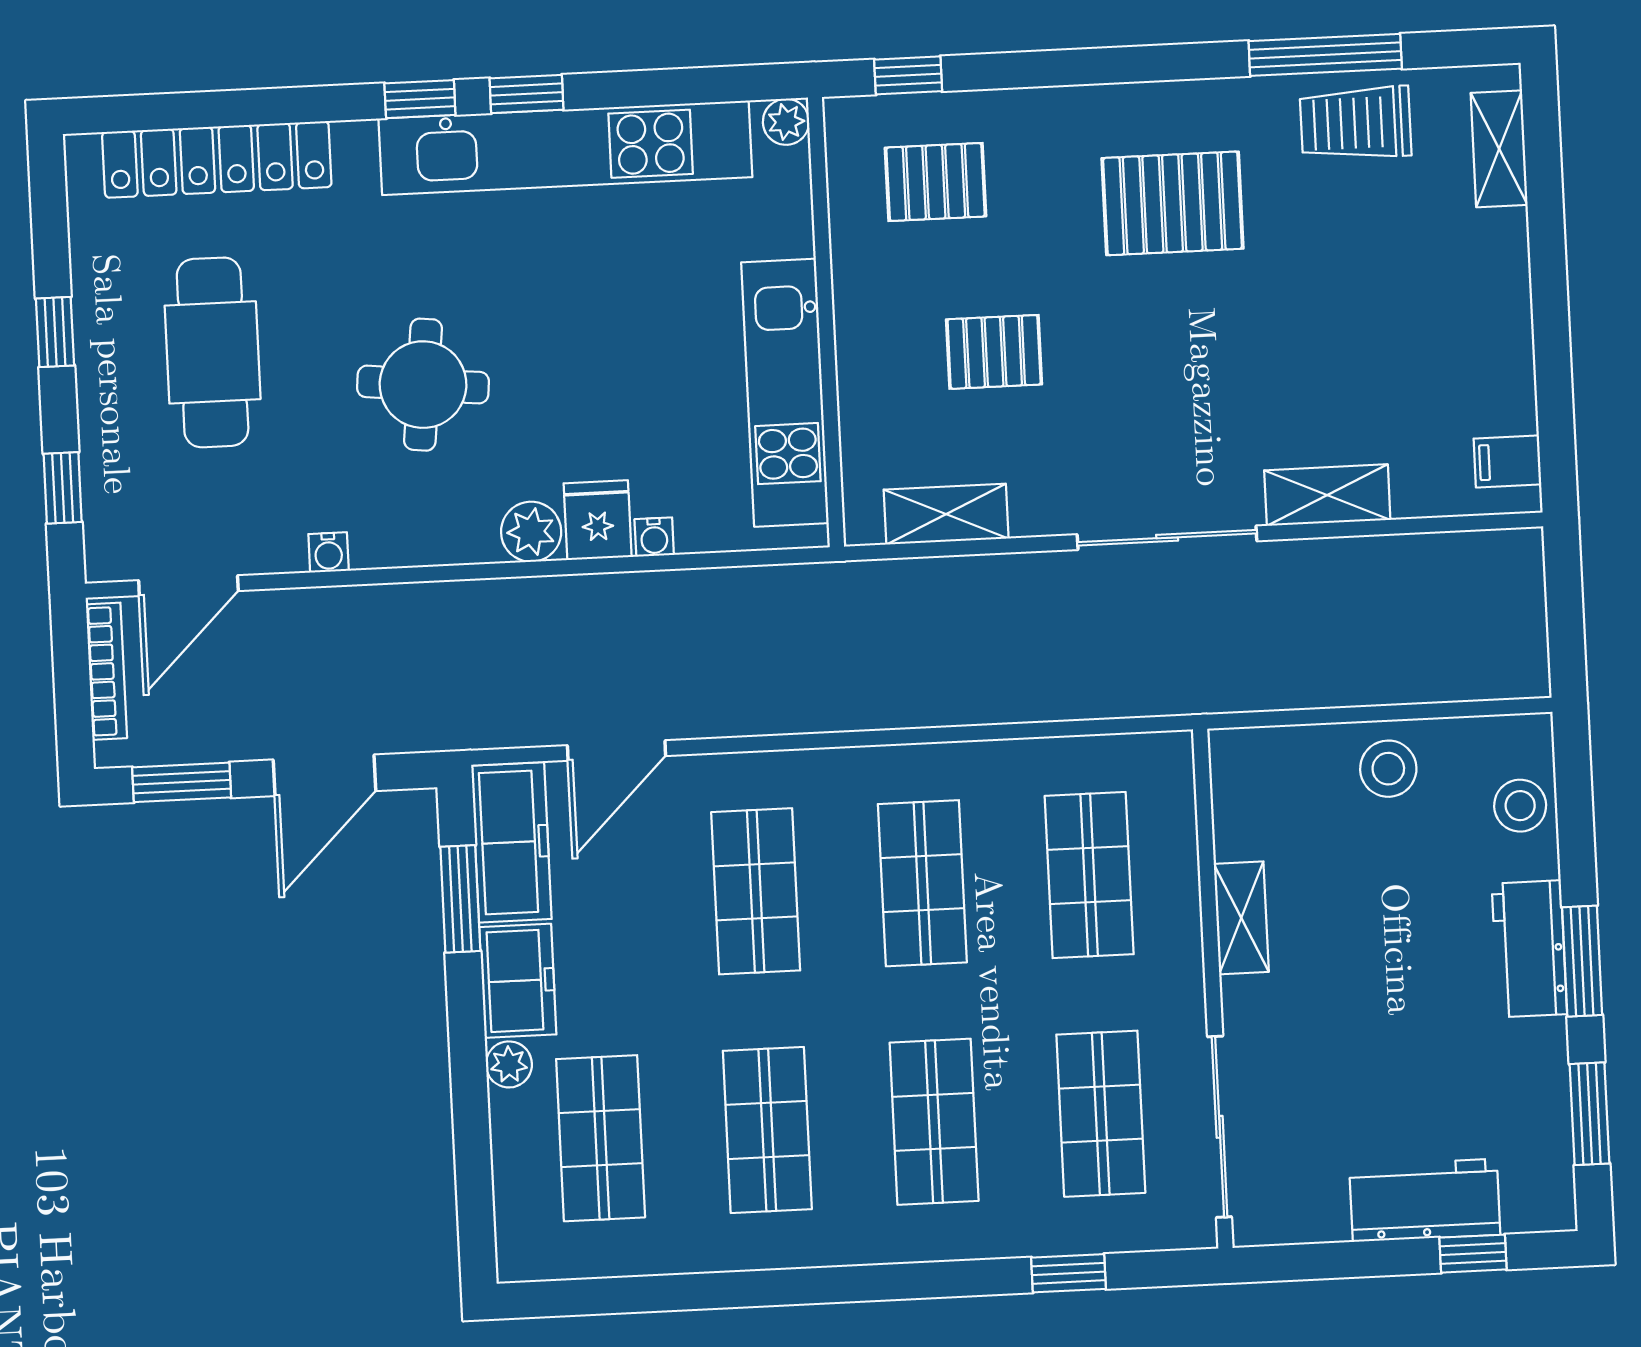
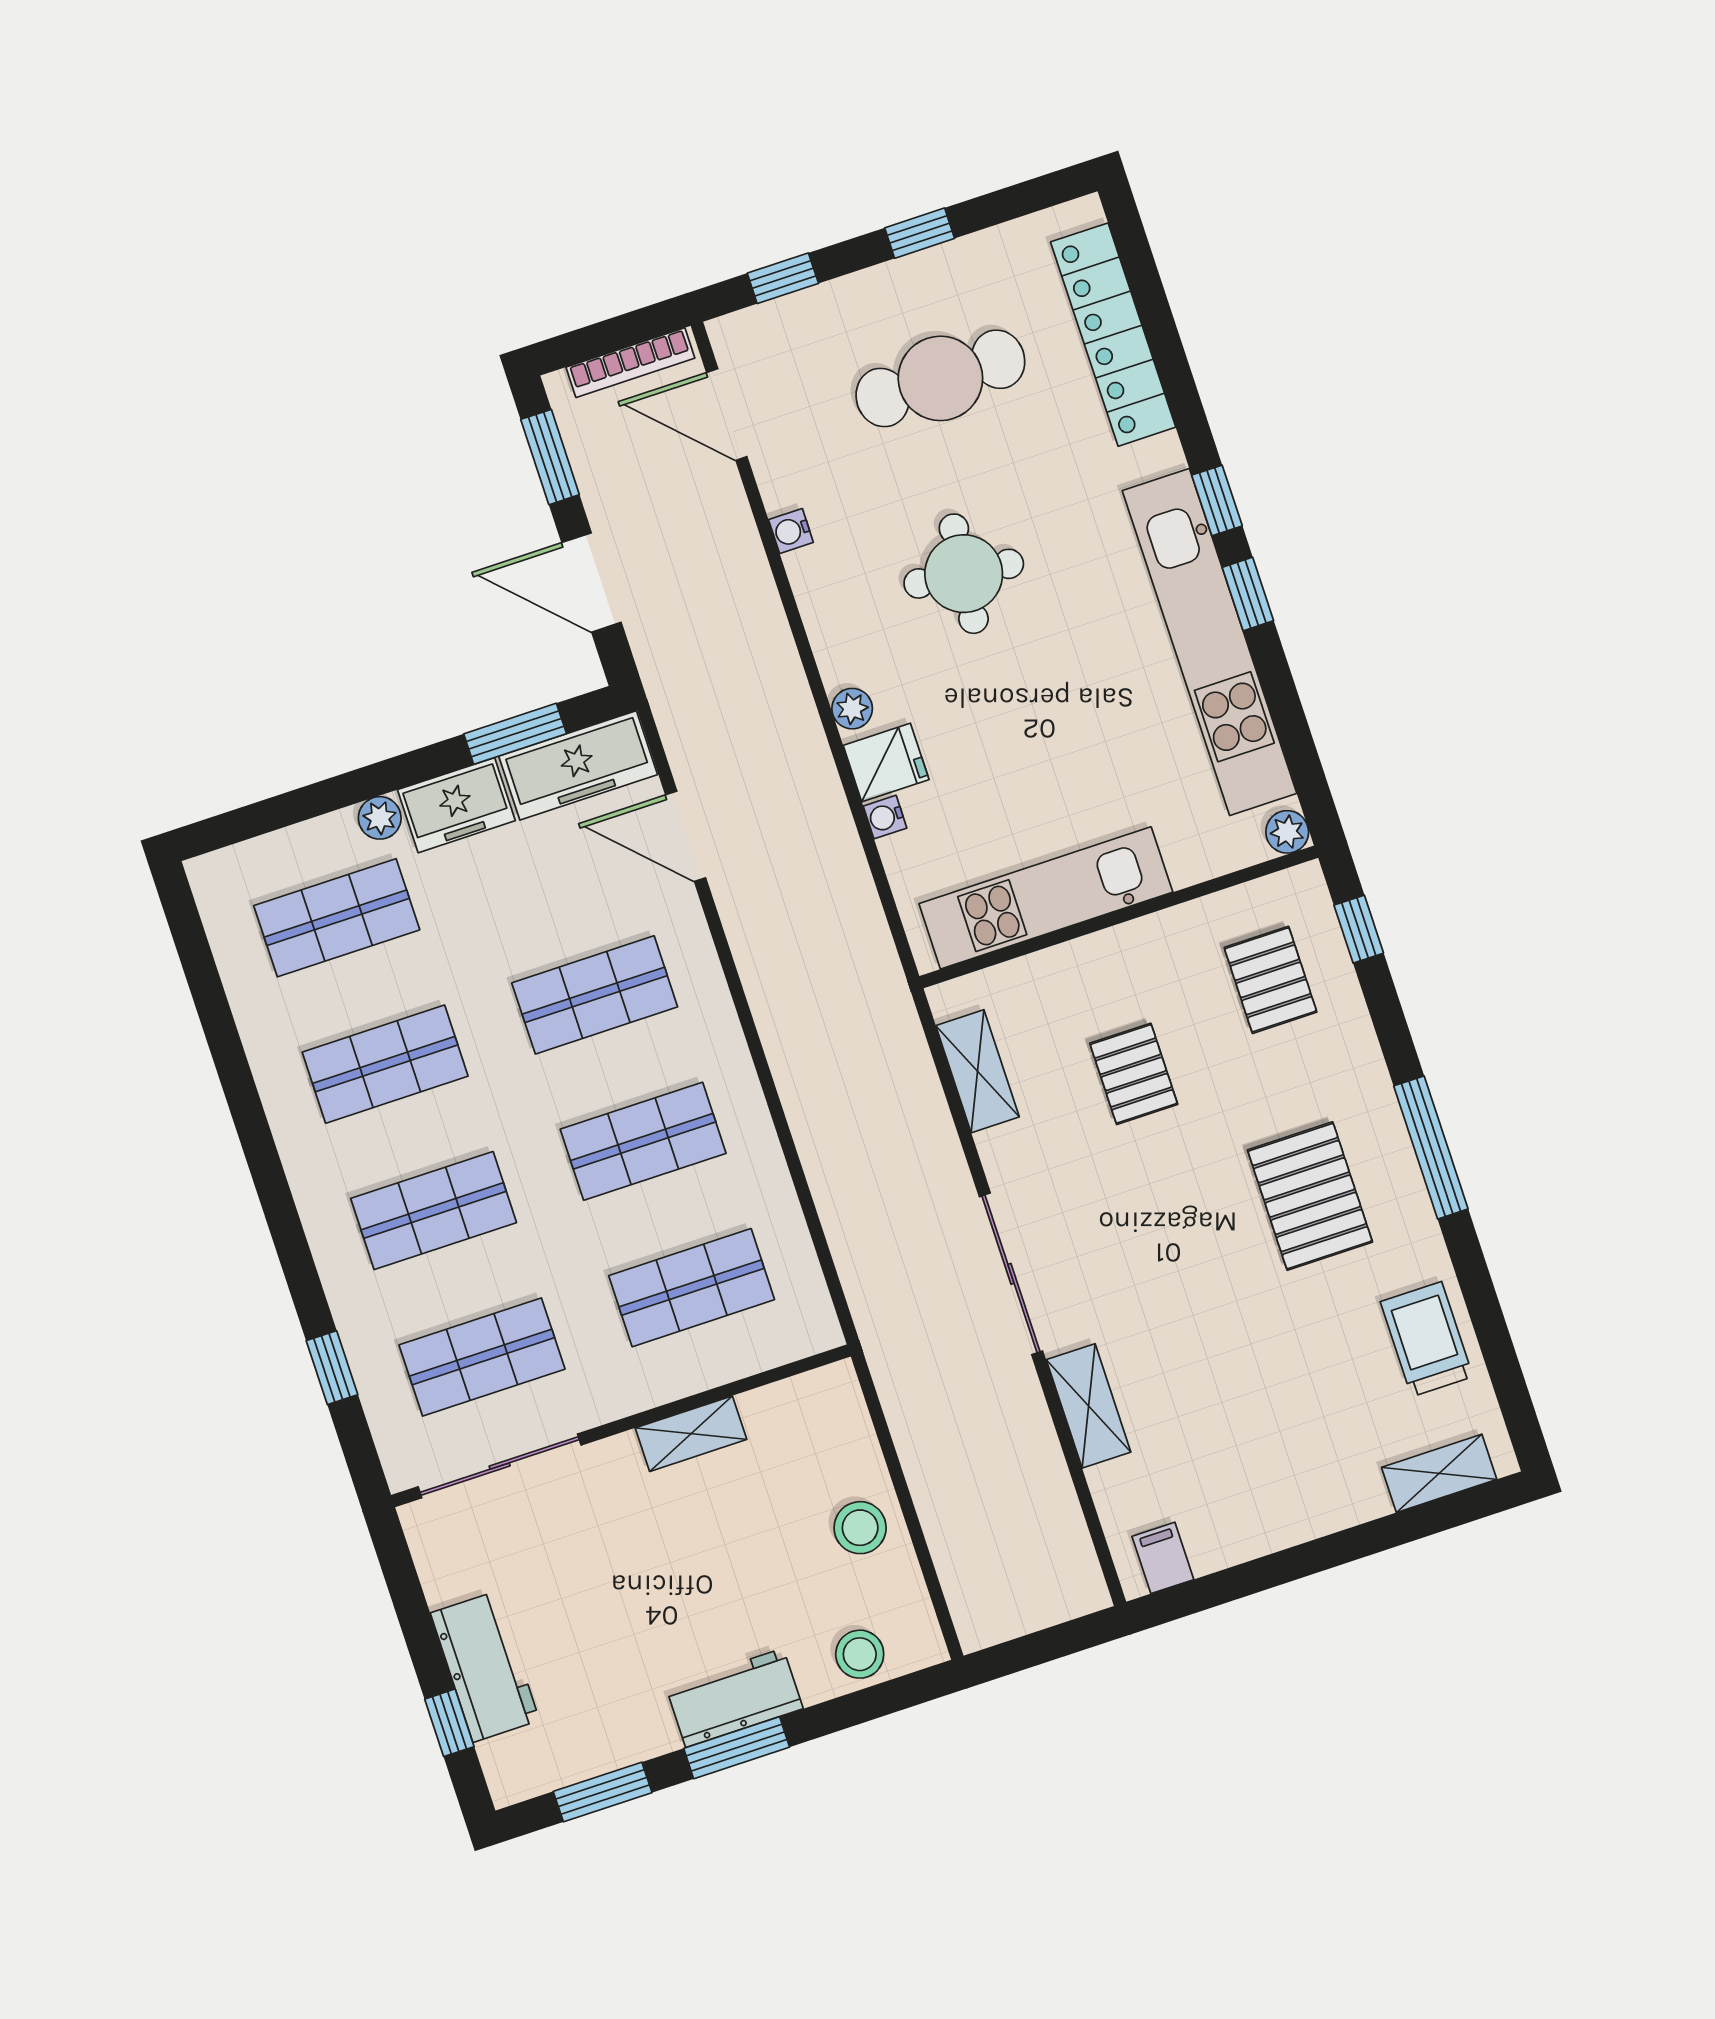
window: (1325, 55) -> (1431, 1147), moved
plant: (531, 532) -> (852, 709), width x0.73, depth x0.73

